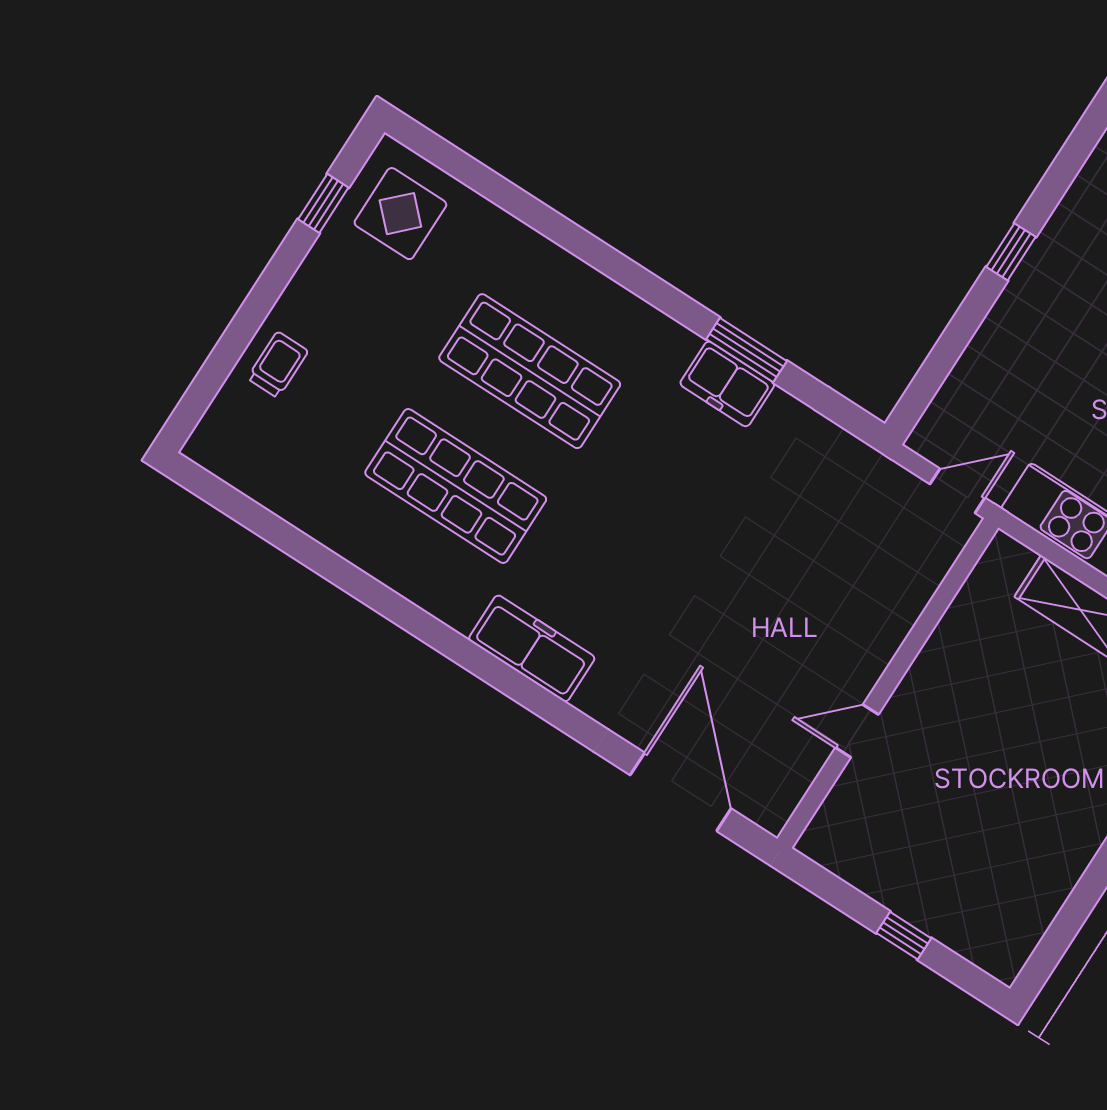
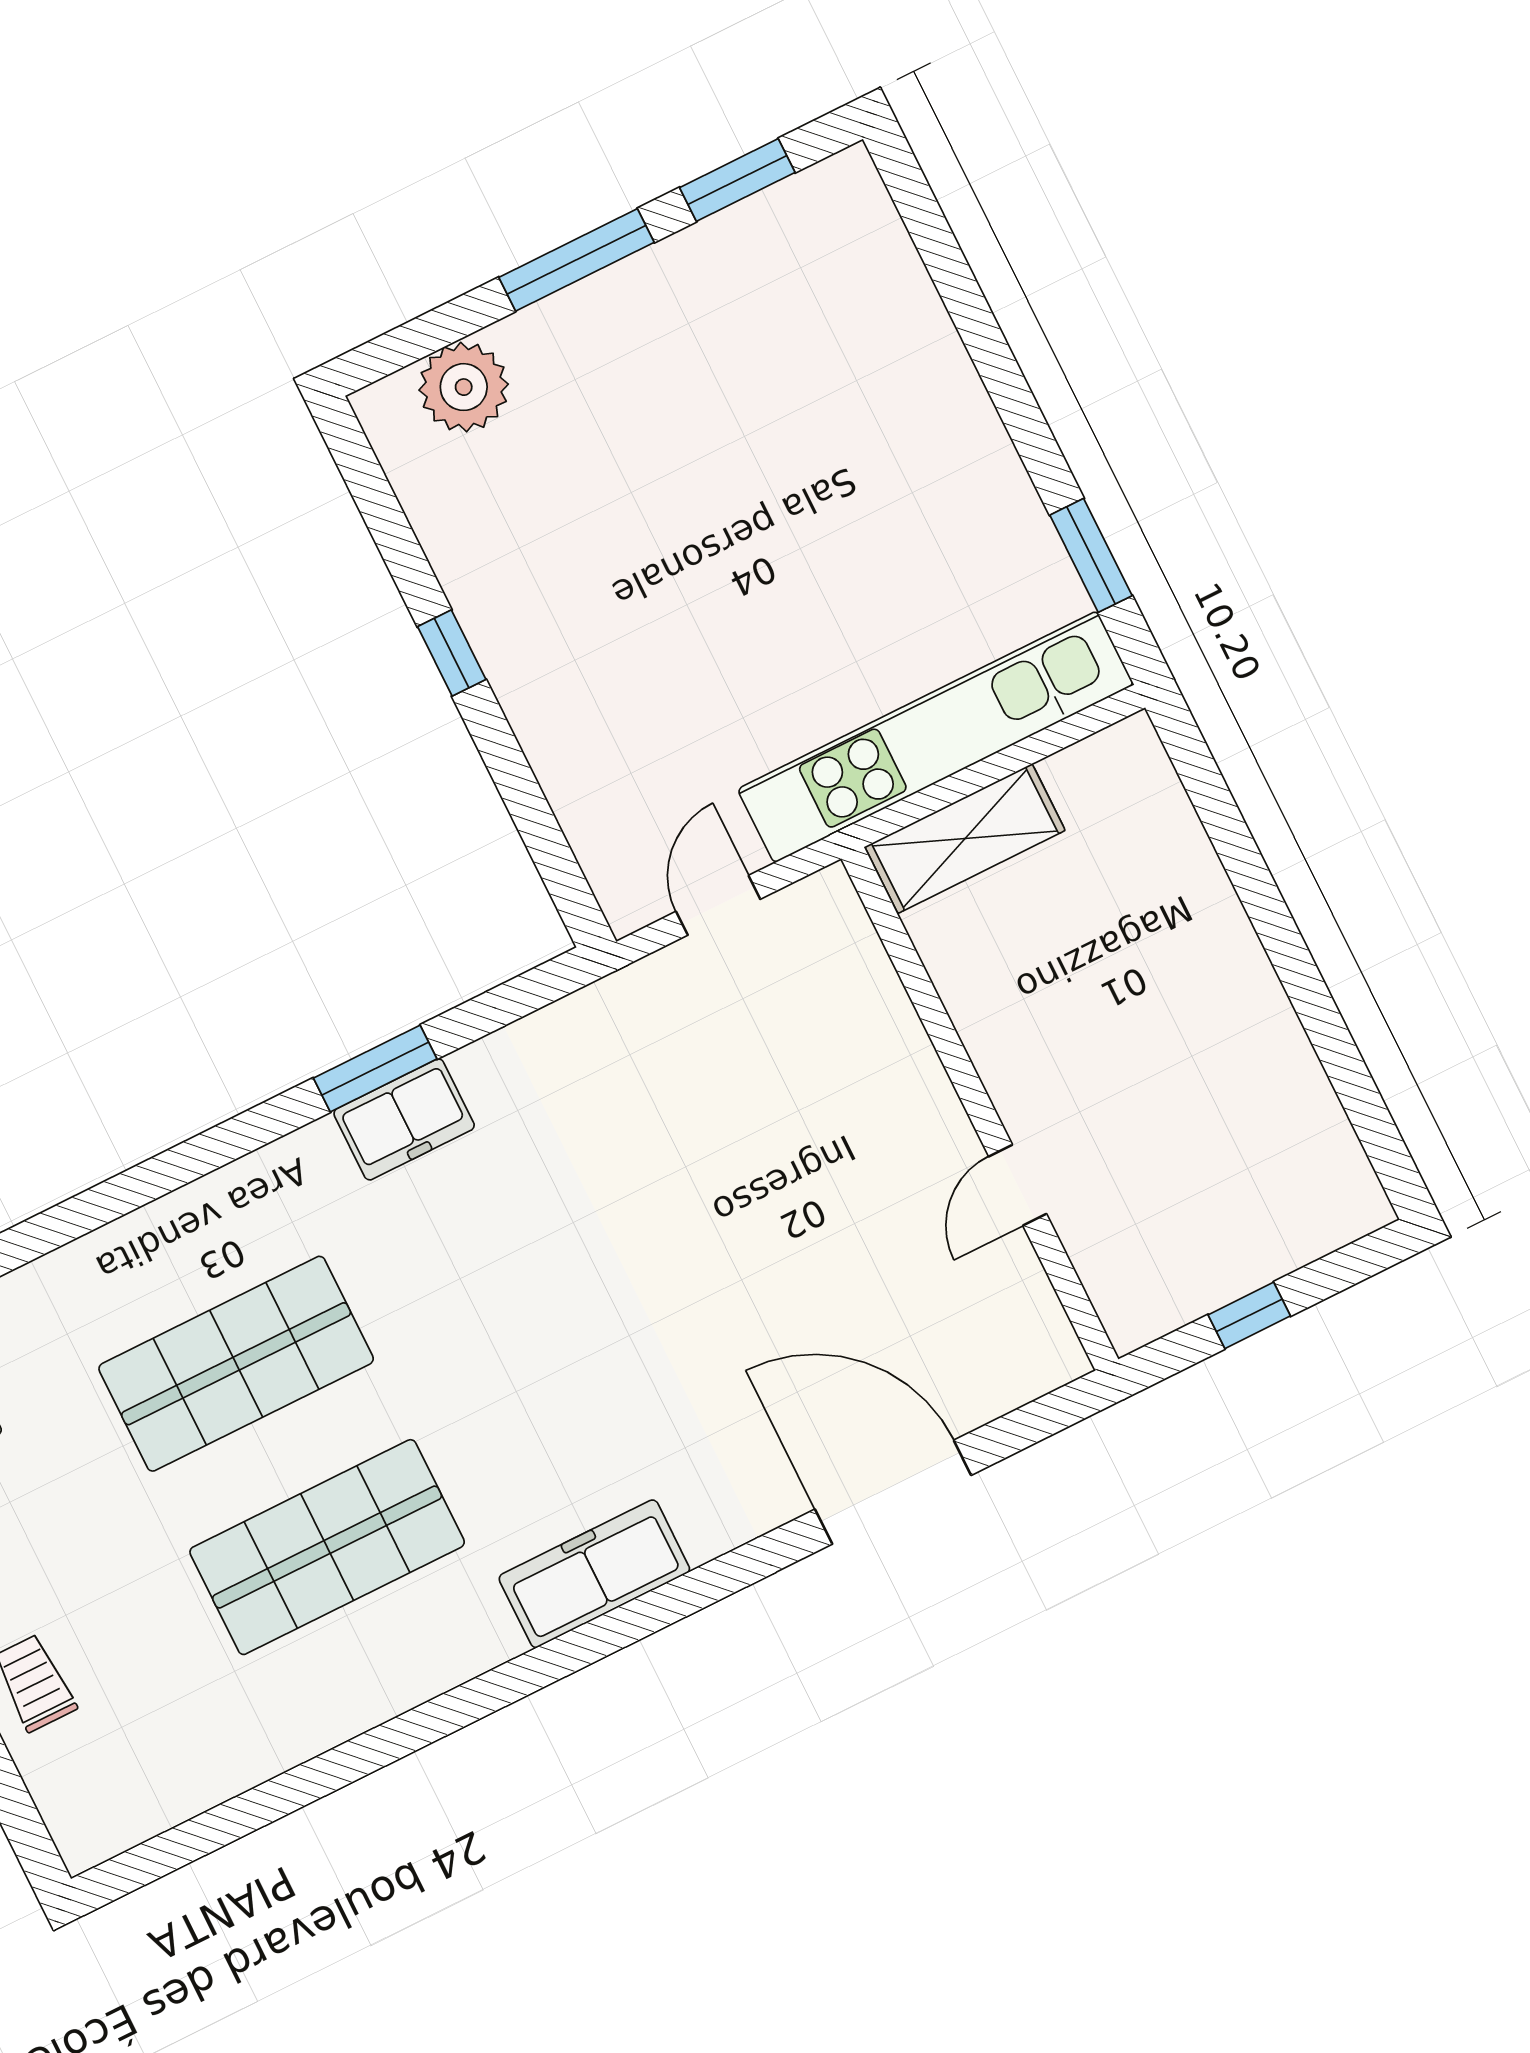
wall: (888, 683) -> (980, 1109), moved
door: (857, 731) -> (1018, 1185), moved

